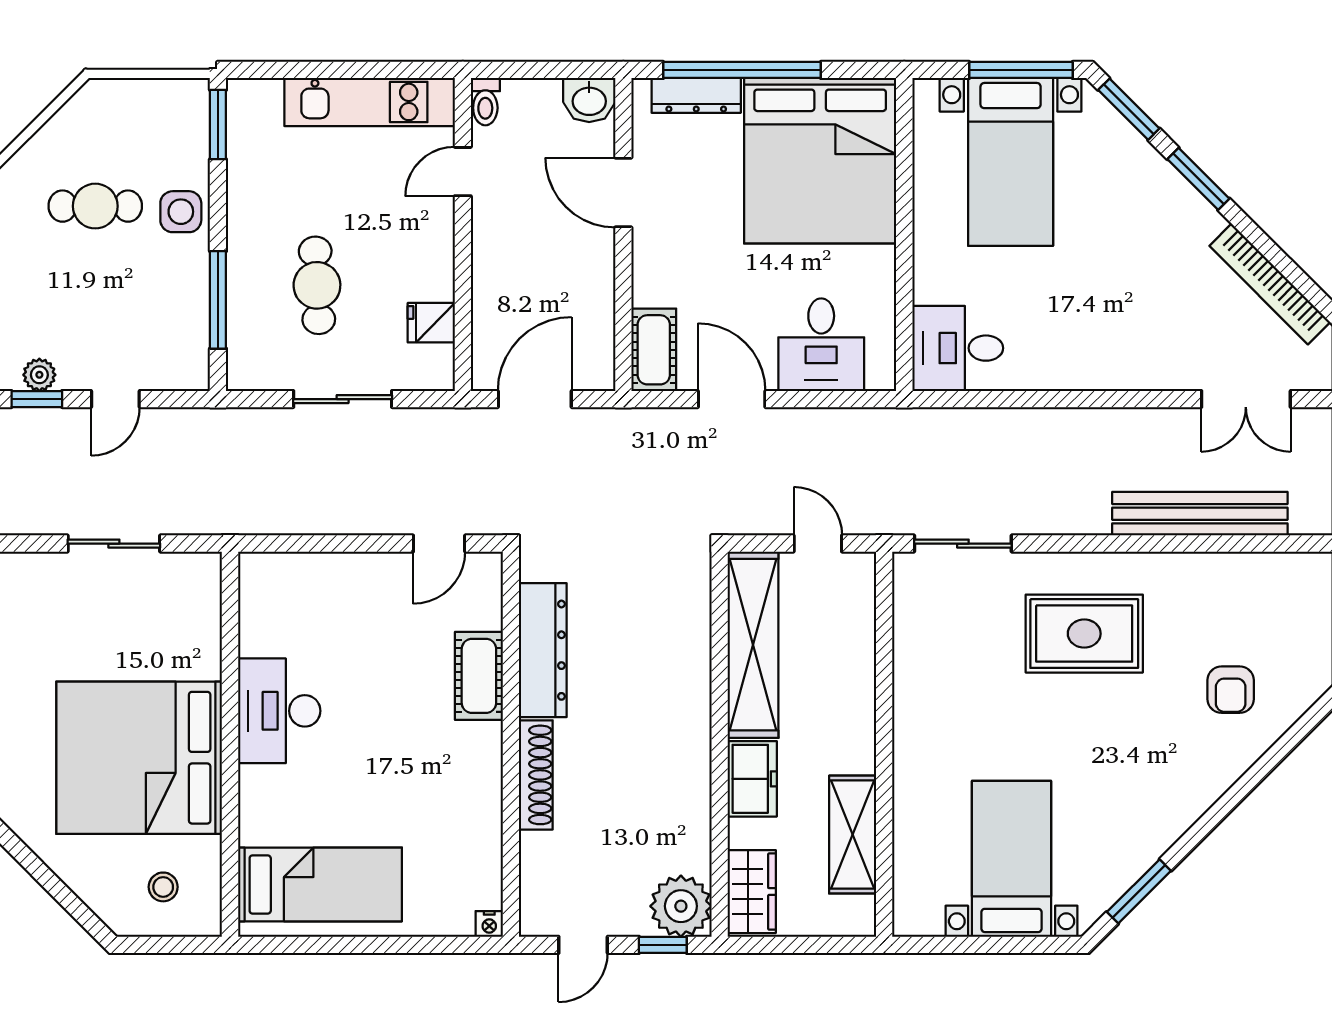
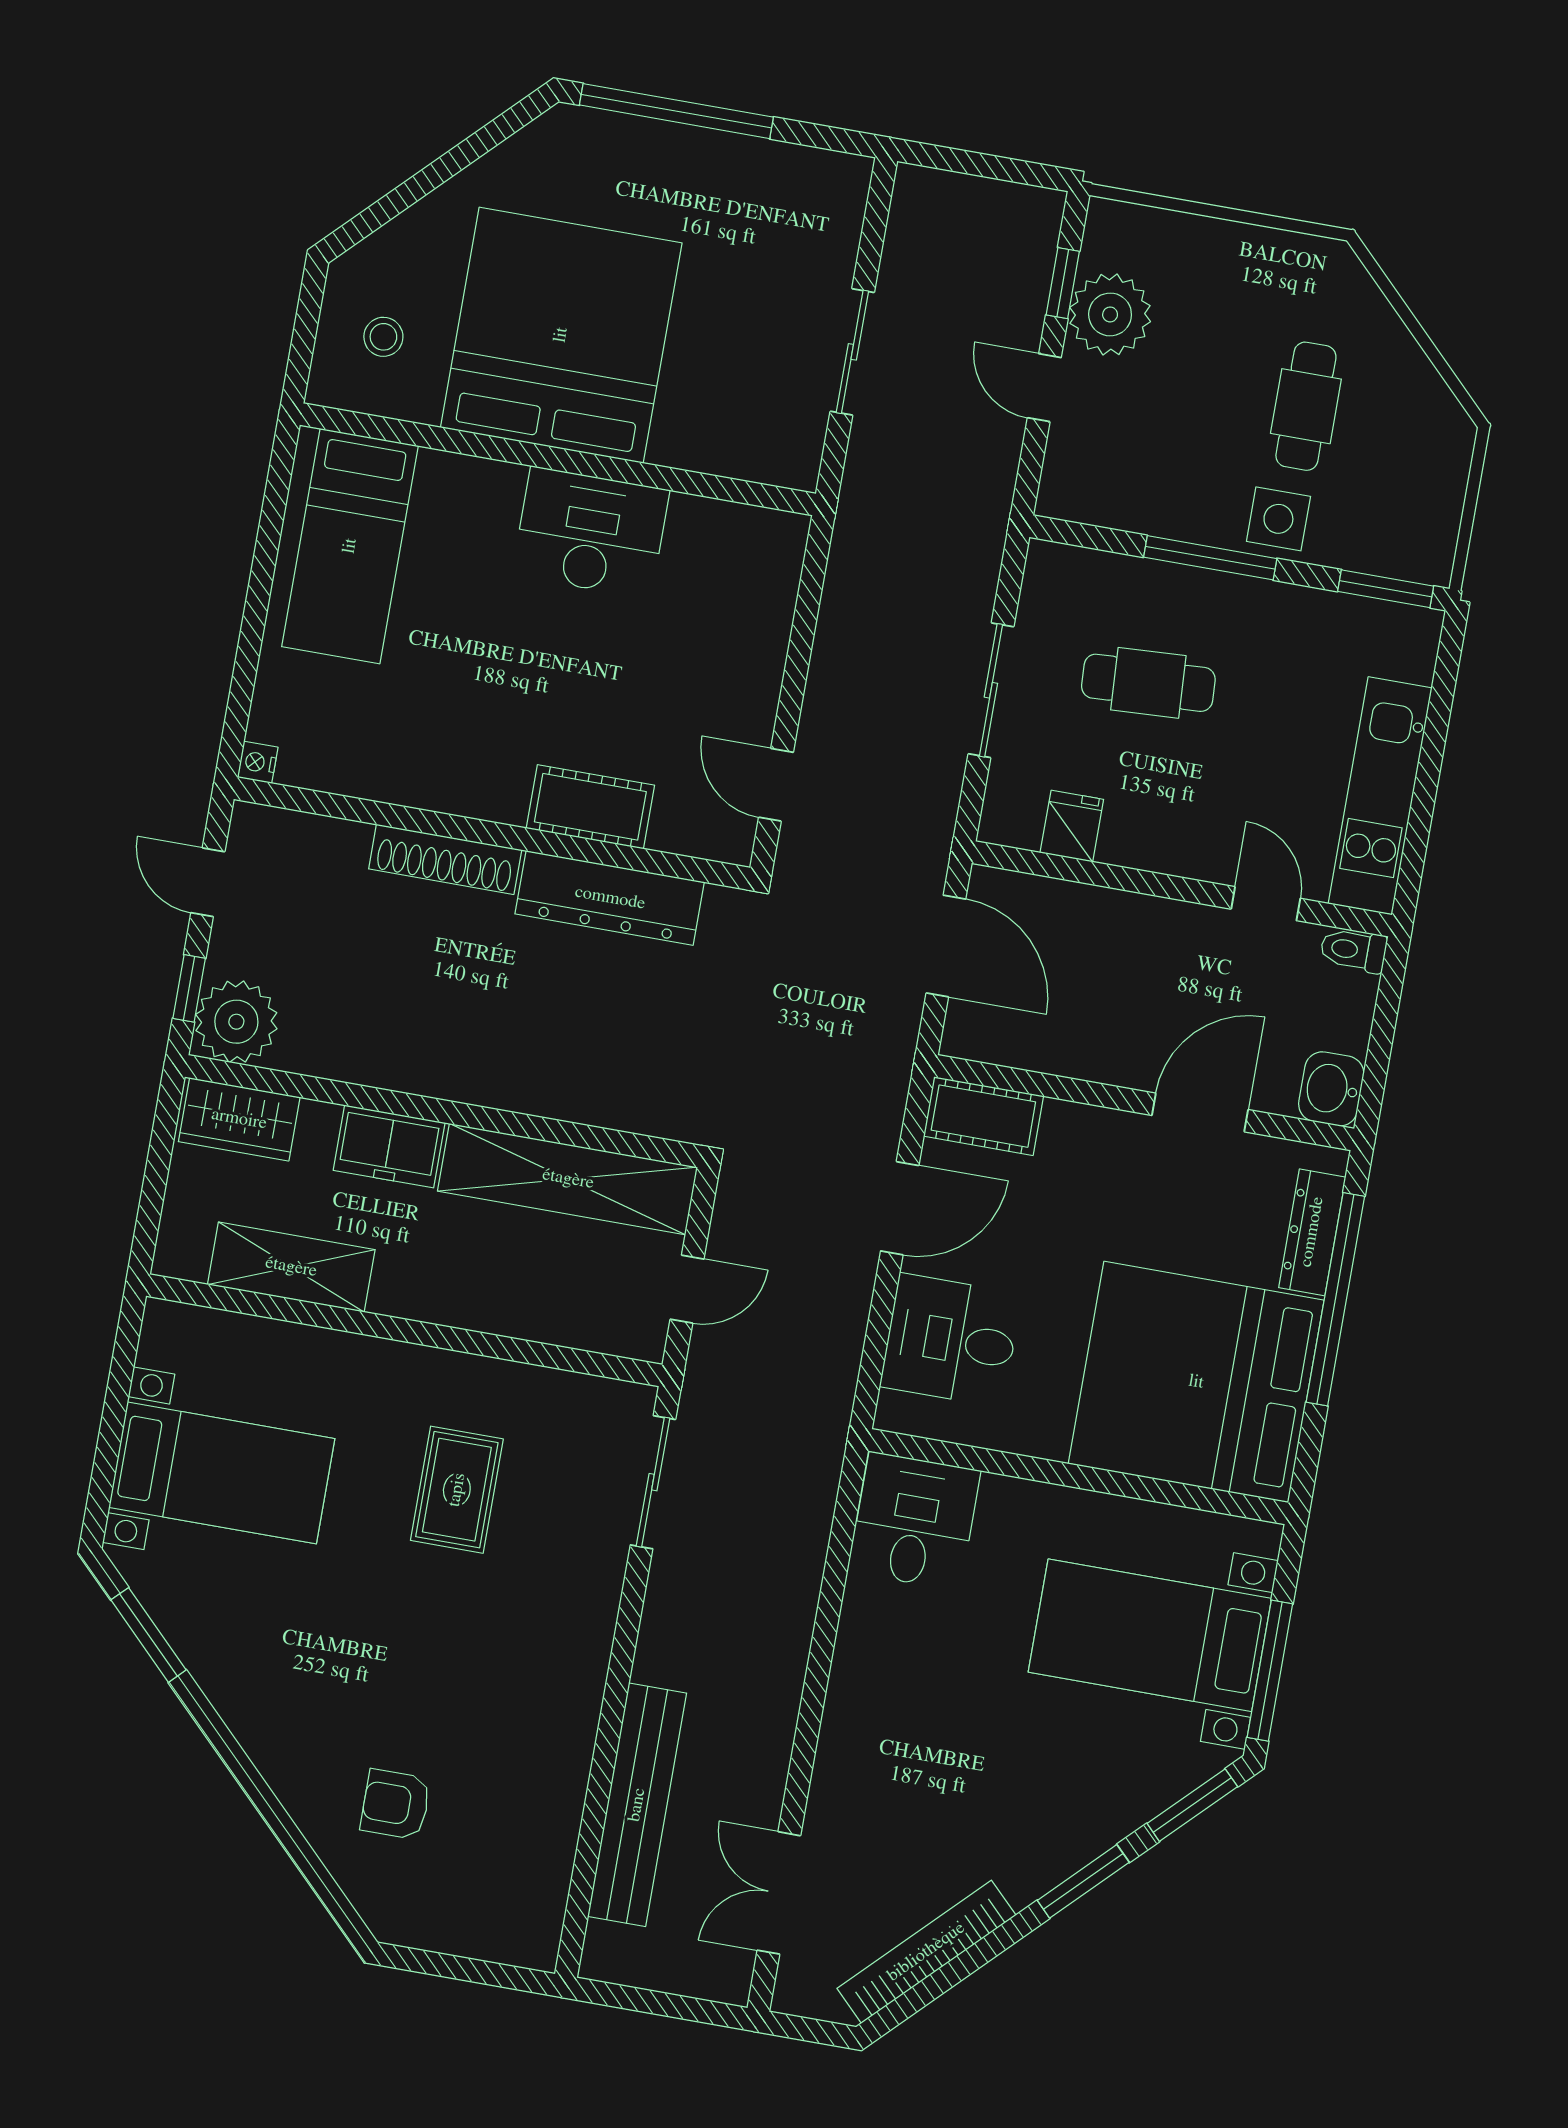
window: (218, 300) -> (1210, 558), moved
plant: (39, 375) -> (1110, 314), width x1.88, depth x1.88
rug: (1084, 634) -> (457, 1490), moved, width x0.73, depth x0.70

